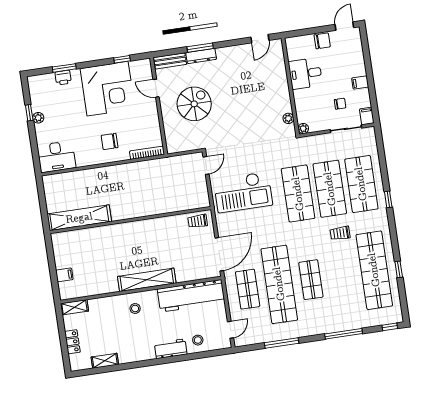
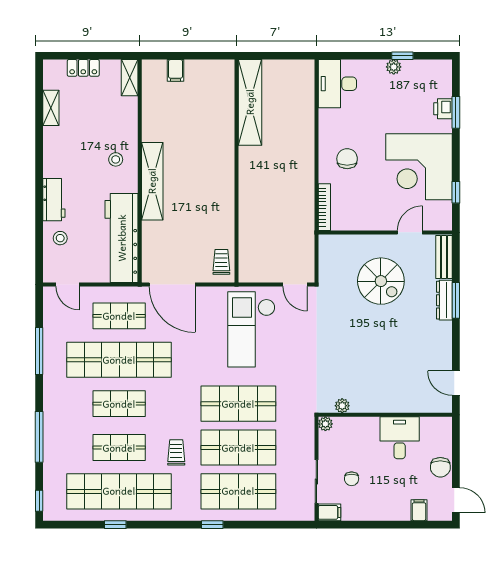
filing cabinet: (360, 83) -> (419, 510), moved
shop shelf: (343, 275) -> (119, 448), added

